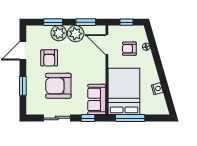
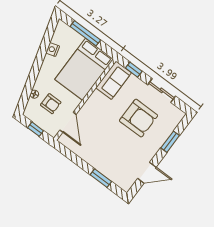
window: (86, 22) -> (72, 156), removed
plant: (59, 33) -> (103, 165), removed
plant: (76, 34) -> (88, 153), removed
armchair: (49, 58) -> (128, 149), removed
window: (130, 118) -> (85, 33), moved

